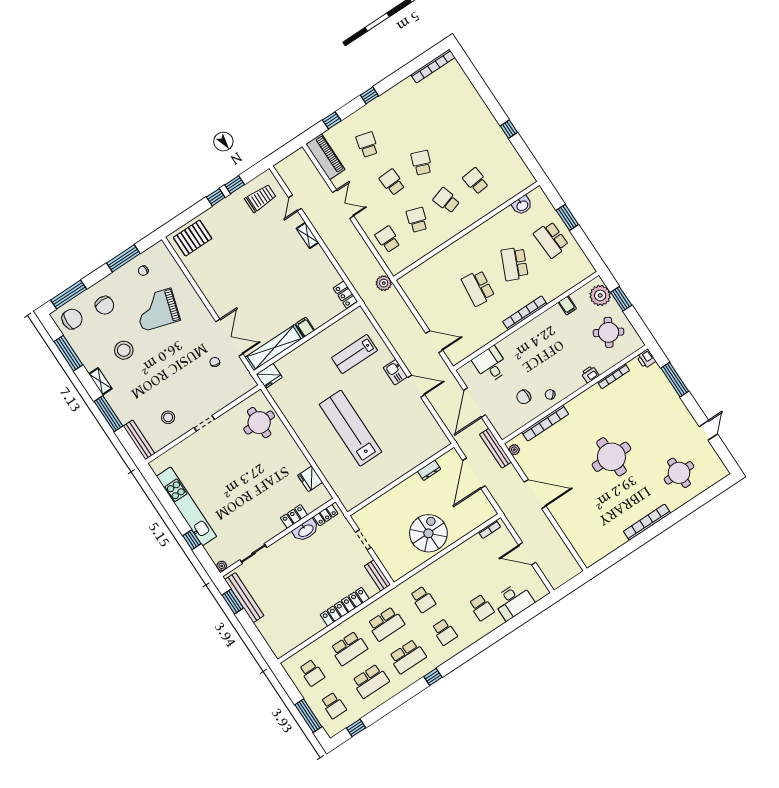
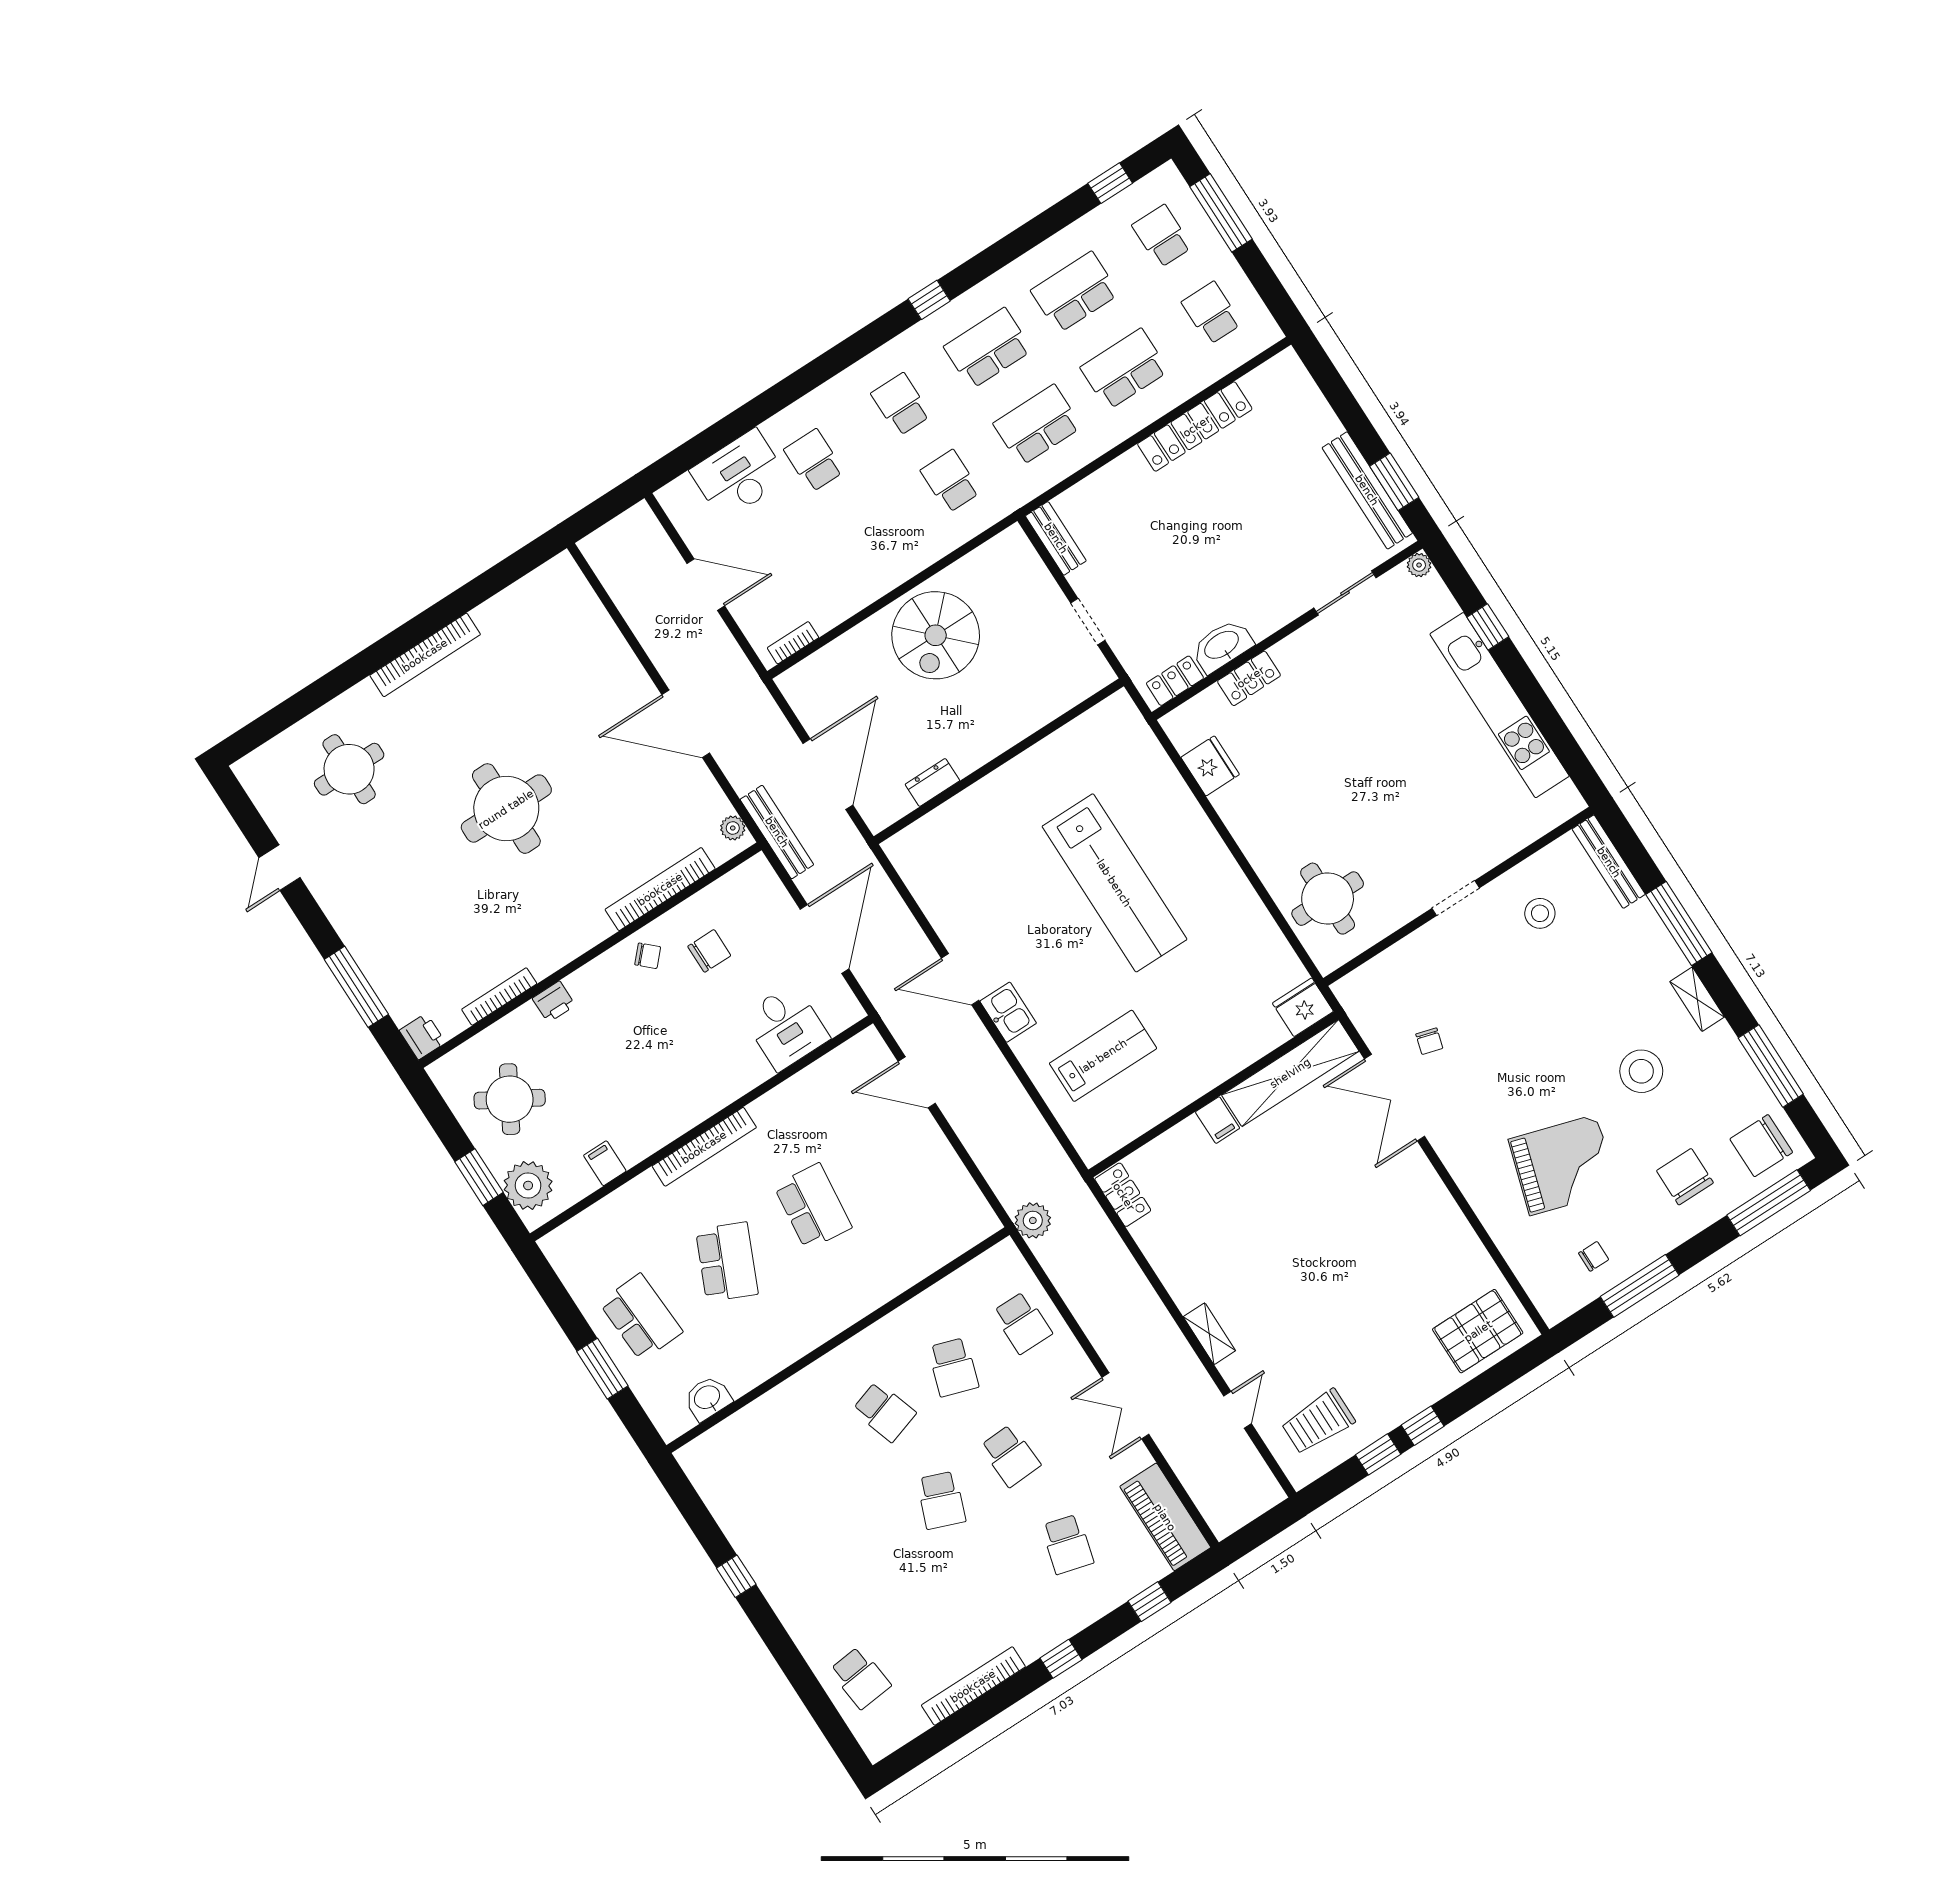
bookcase: (433, 66) -> (973, 1686), moved
school desk: (476, 181) -> (860, 1678), moved
locker: (345, 607) -> (1195, 427), moved

